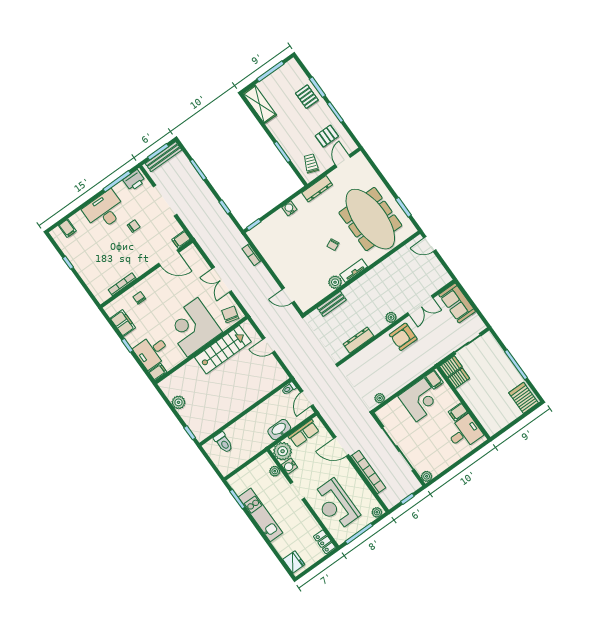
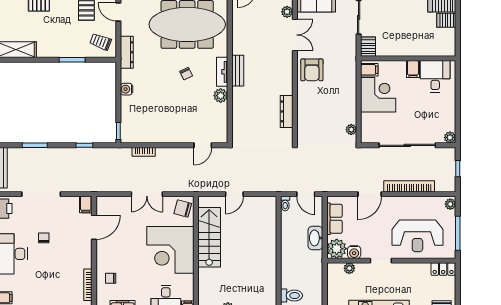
bench: (332, 304) -> (238, 71), moved
plant: (391, 317) -> (287, 12), moved
server rack: (459, 378) -> (446, 20), moved, turned -90

